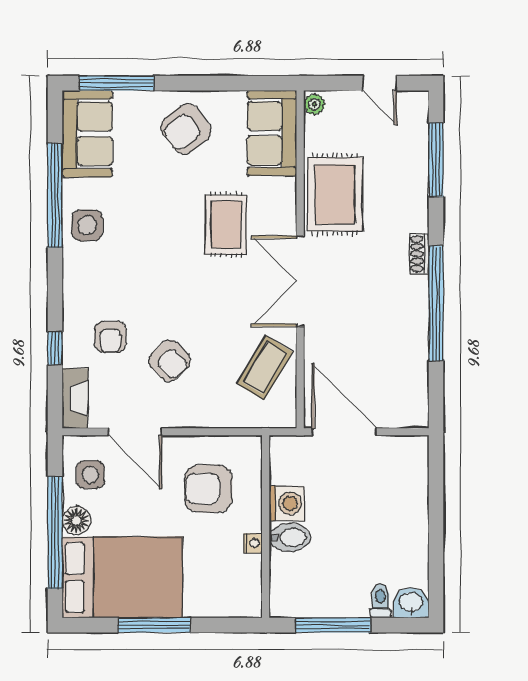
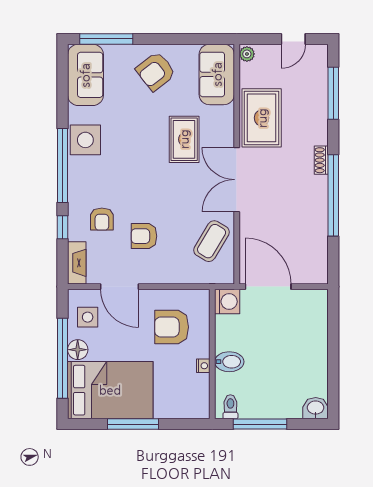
door: (380, 83) -> (293, 39), hinge flipped
window: (55, 195) -> (63, 166), moved
side table: (87, 225) -> (85, 140), width x1.37, depth x1.37
armchair: (170, 361) -> (144, 236), turned 133
washing machine: (287, 503) -> (227, 302), moved
toilet: (380, 601) -> (230, 407), moved

